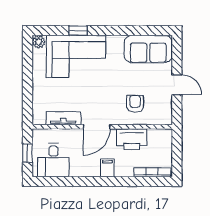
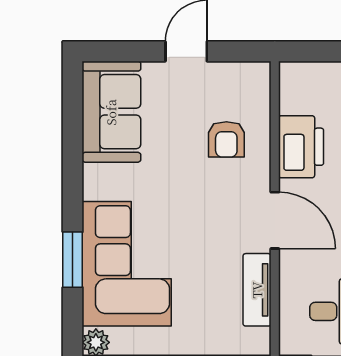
window: (78, 31) -> (73, 260), width x1.50
armchair: (135, 104) -> (226, 139), turned -90

